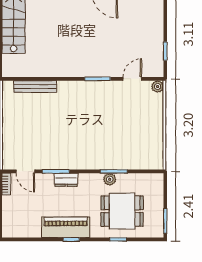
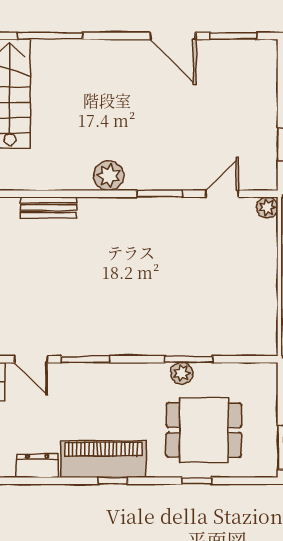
plant: (69, 69) -> (109, 176), added
bench: (35, 87) -> (49, 207), width x0.73
dresser: (66, 180) -> (37, 466), moved, turned 180

